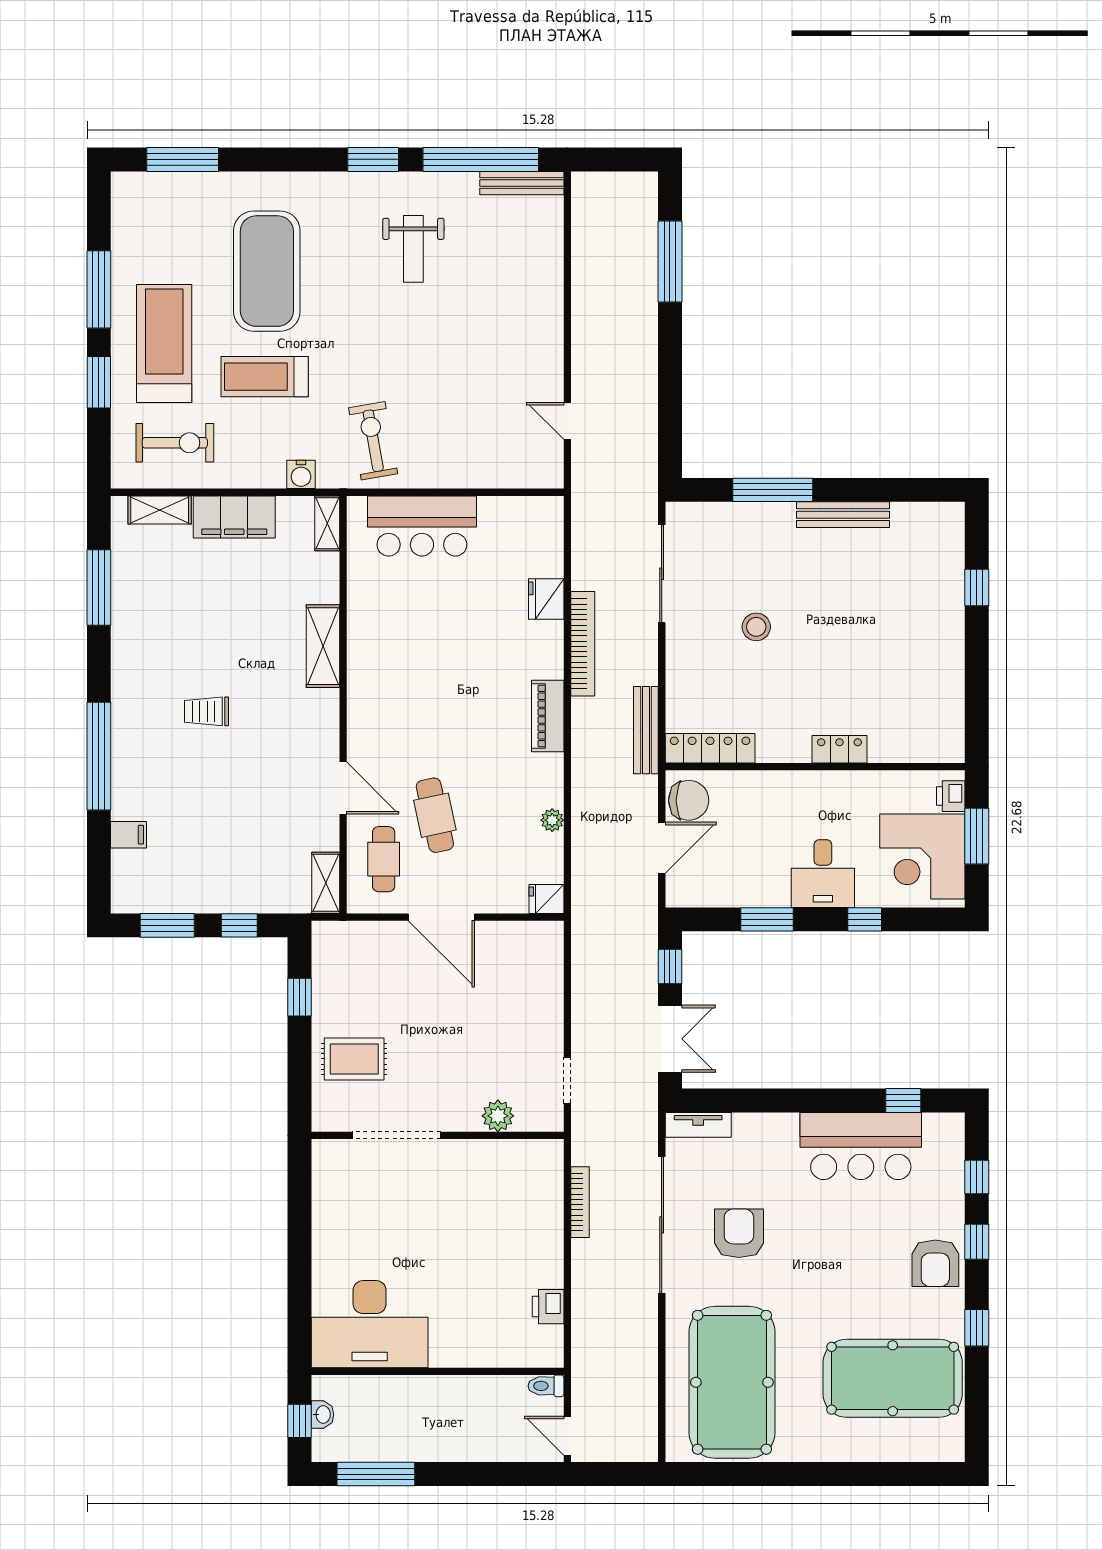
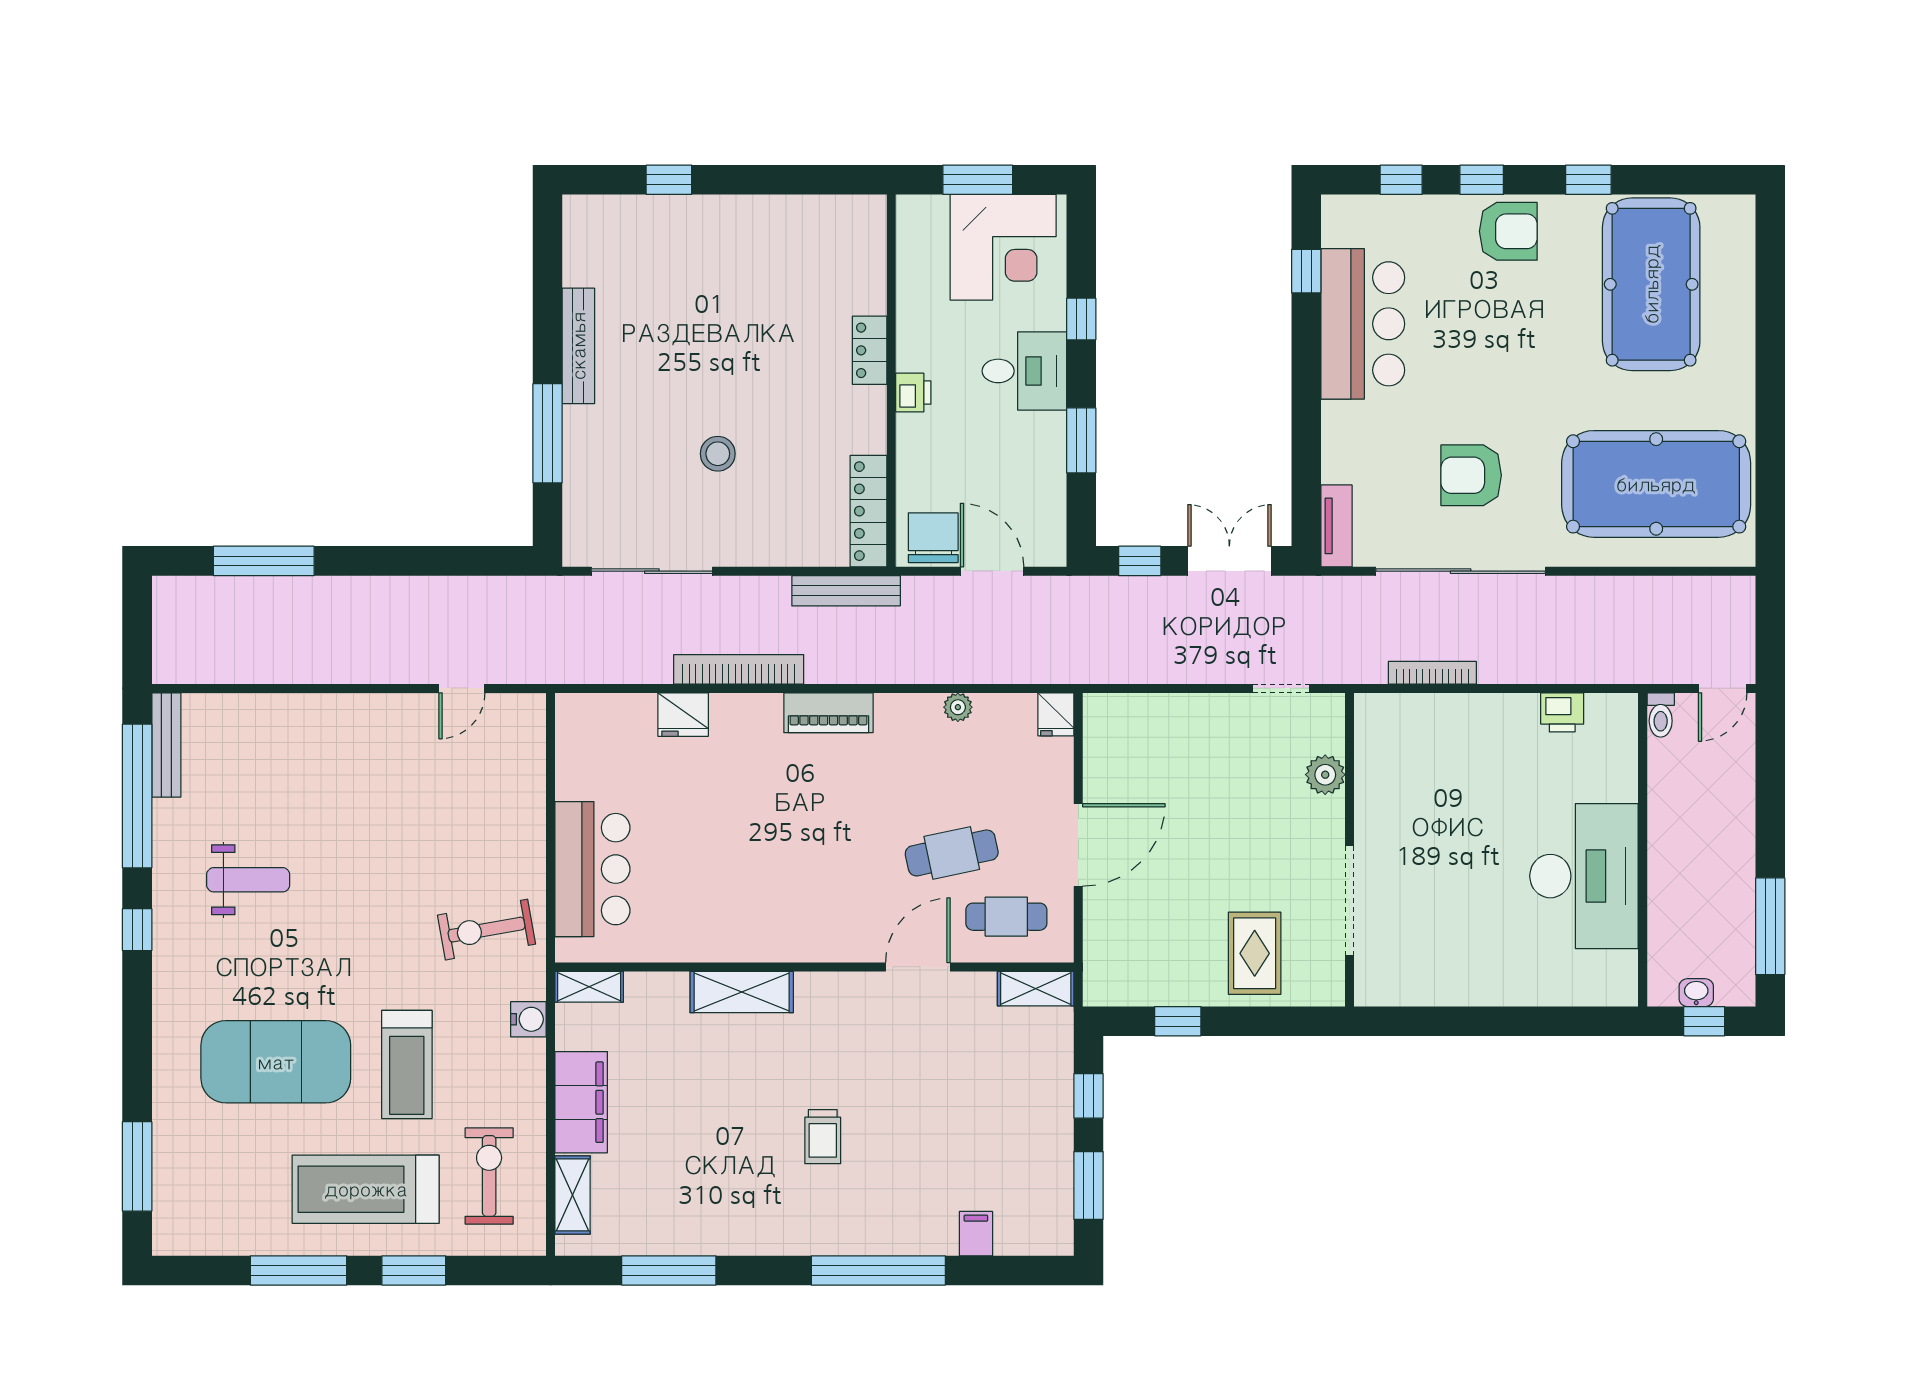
window: (373, 159) -> (137, 930), width x0.67
printer: (951, 796) -> (913, 393), moved, turned -90
desk: (370, 1324) -> (1584, 876), moved

